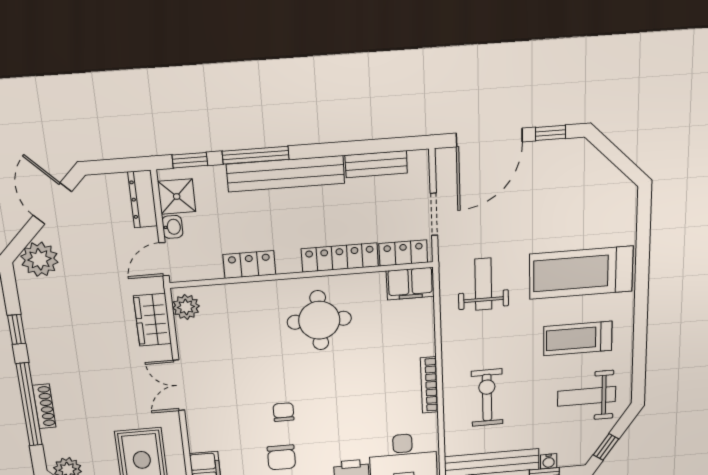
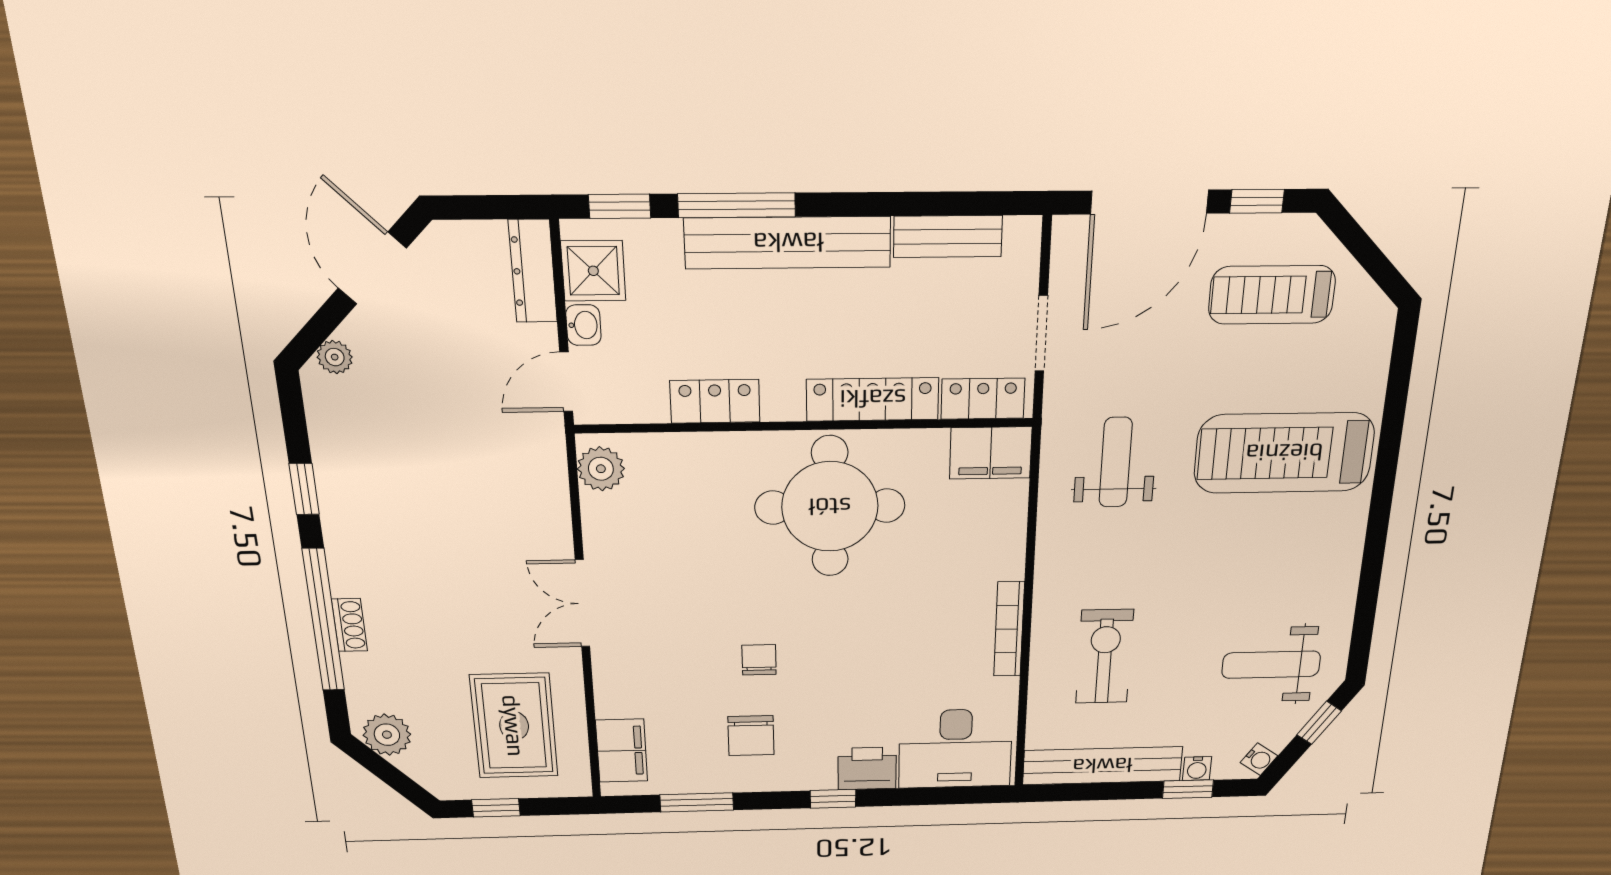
plant: (39, 259) -> (335, 357), width x0.53, depth x0.53
wardrobe: (152, 320) -> (542, 487), removed
round table: (319, 320) -> (830, 507), width x1.36, depth x1.36
treadmill: (578, 338) -> (1272, 295), moved
shoe rack: (44, 406) -> (350, 625), width x0.70
window: (606, 447) -> (1319, 723), moved
water cooler: (585, 453) -> (1259, 759), added

